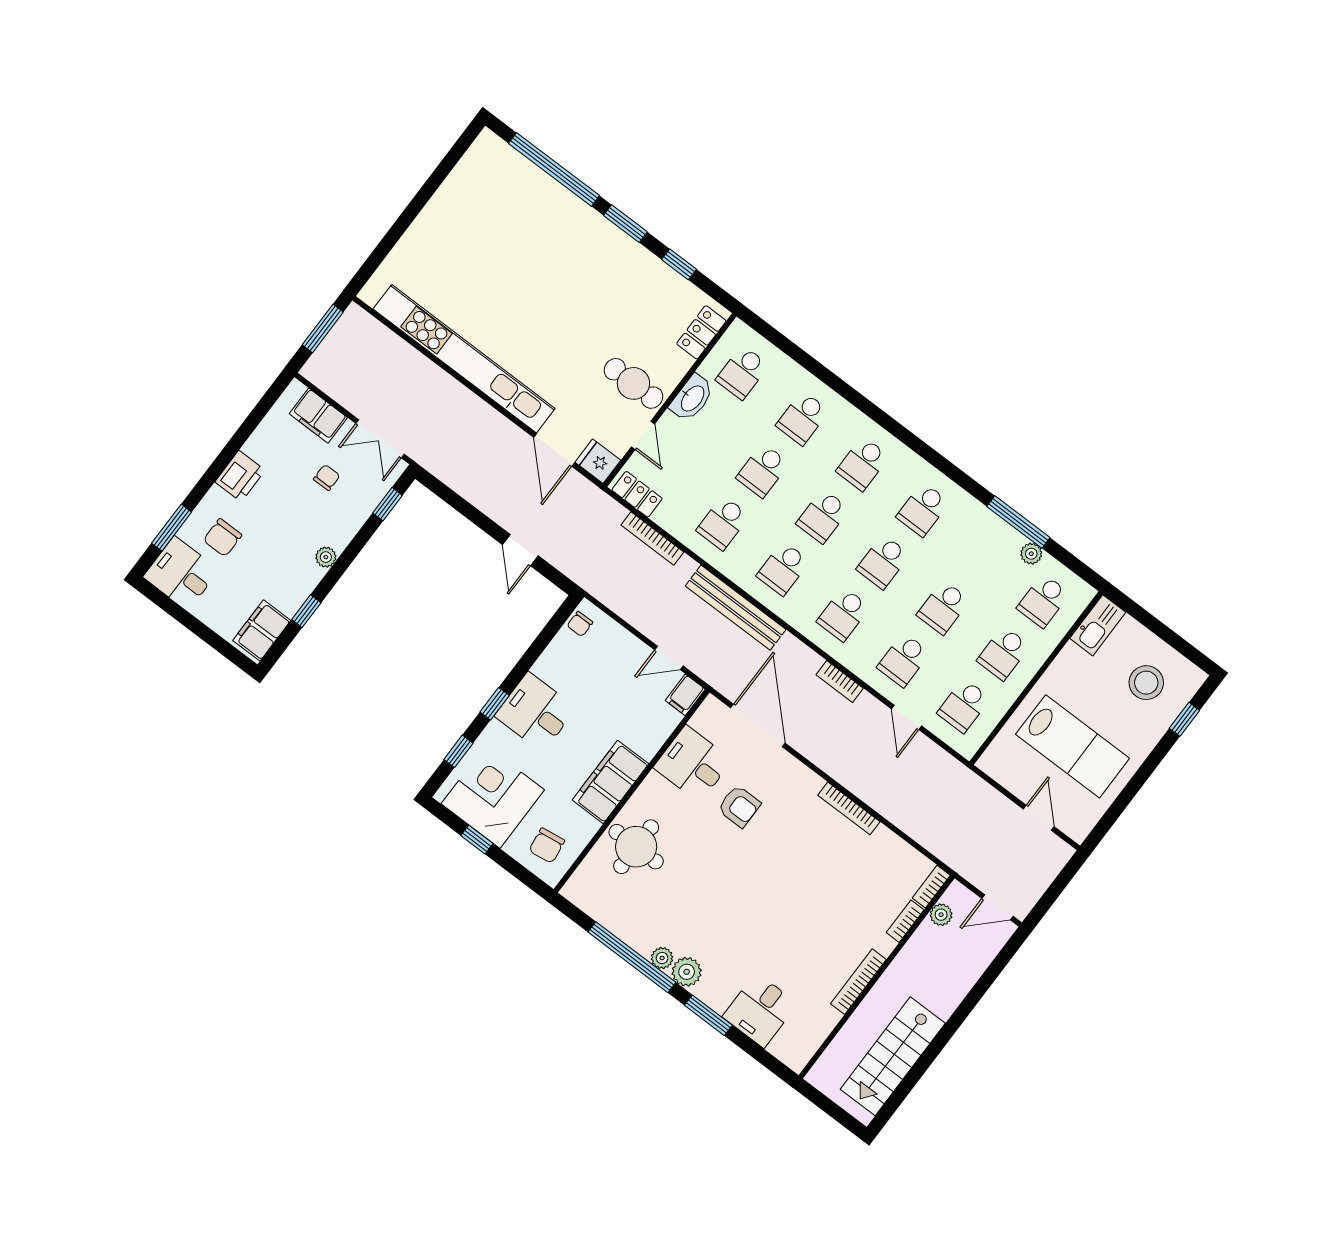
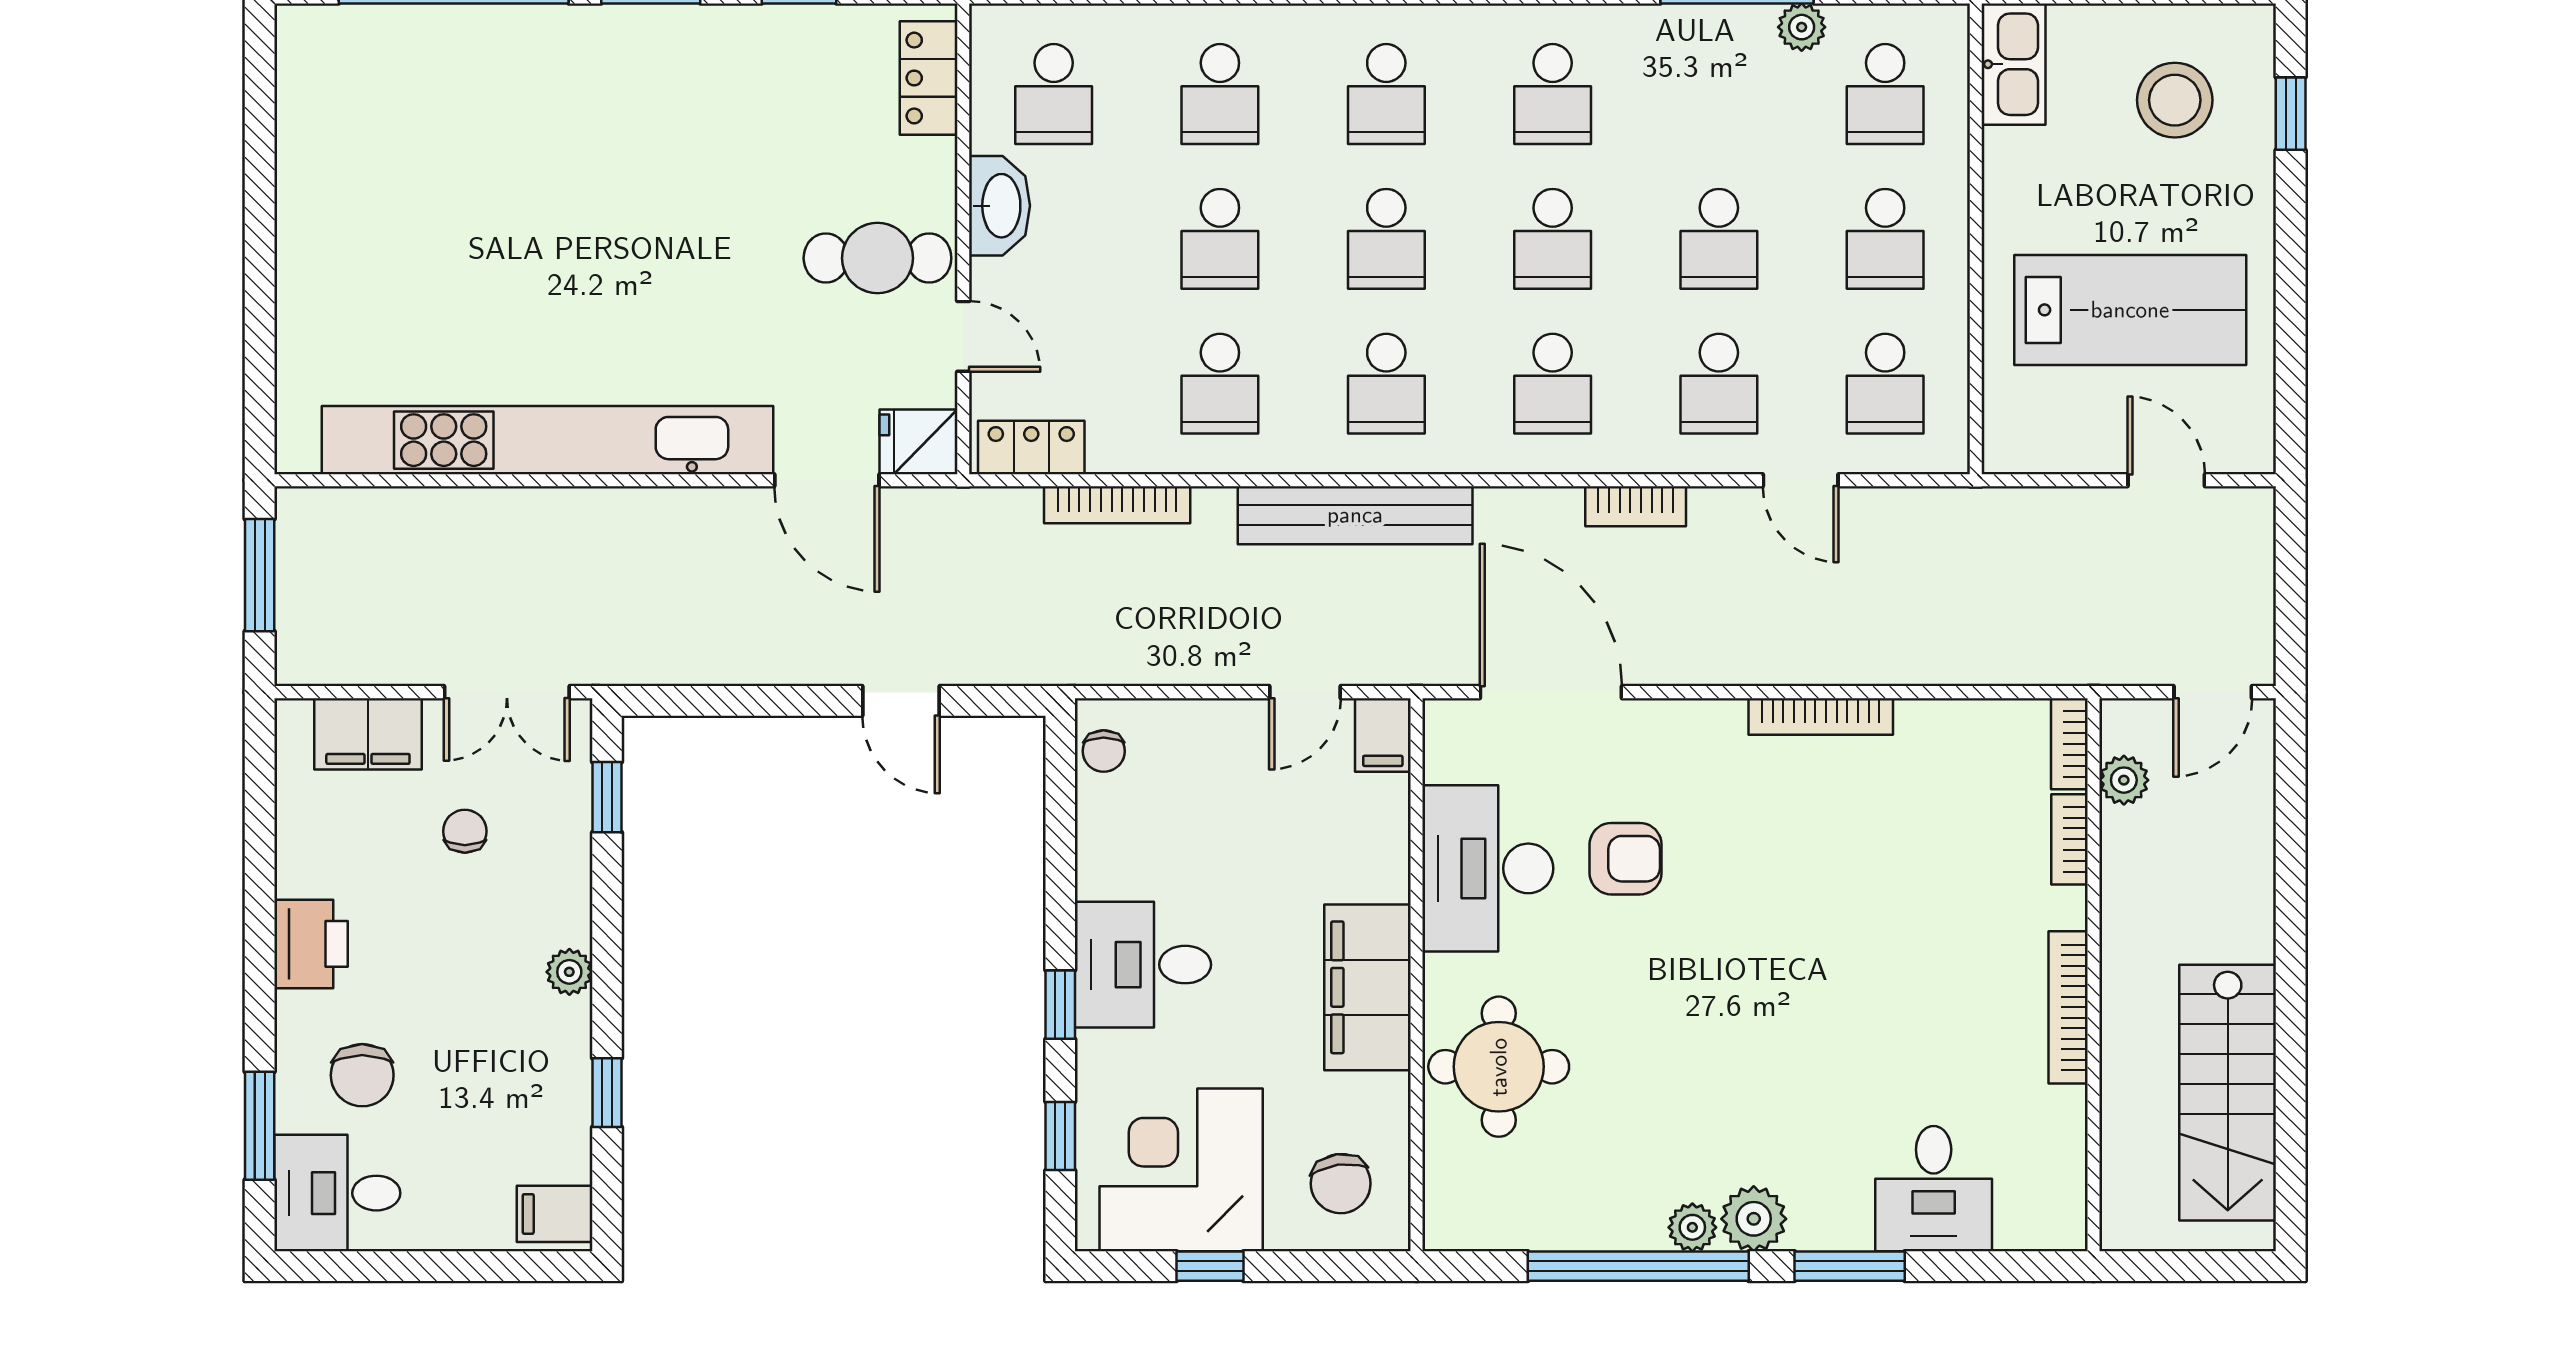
filing cabinet: (262, 630) -> (555, 1214), width x0.50
desk: (693, 764) -> (1488, 868), width x1.37

